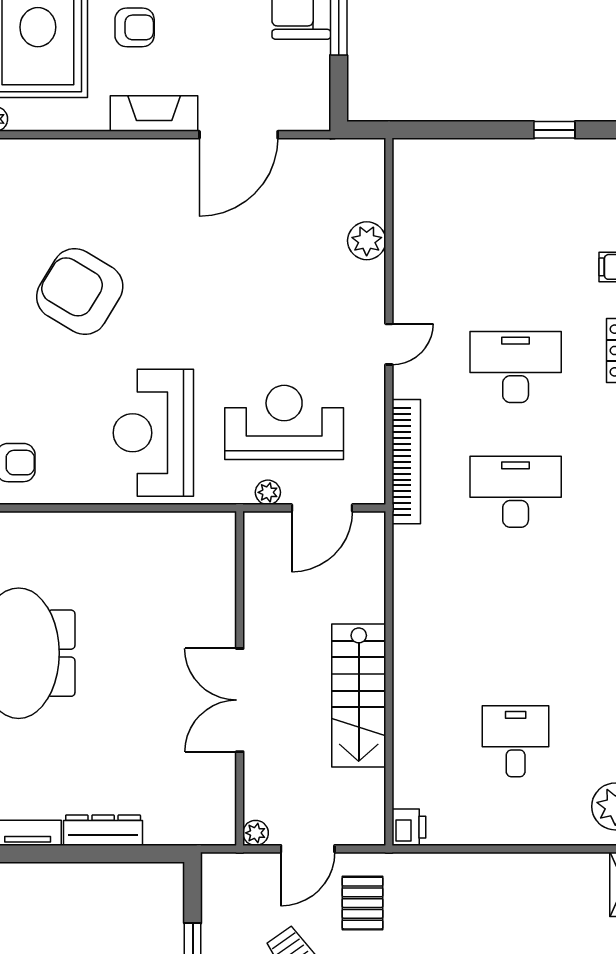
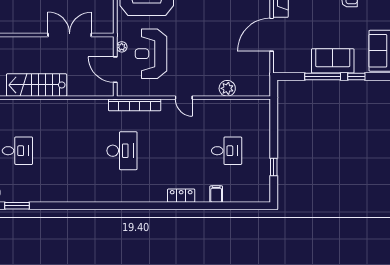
door: (239, 135) -> (272, 35), hinge flipped
desk: (516, 367) -> (227, 151), moved, width x0.73
reception desk: (284, 422) -> (151, 54), turned 180
double door: (240, 700) -> (70, 35), moved

